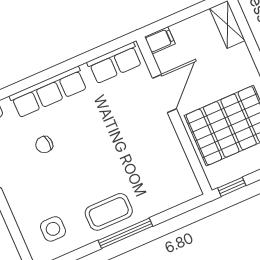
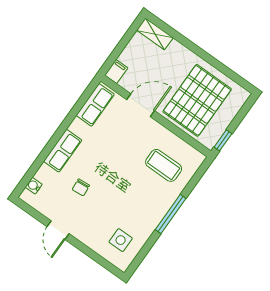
row of seats: (48, 92) -> (63, 151), width x0.68
door: (164, 94) -> (141, 105), hinge flipped
coffee table: (109, 212) -> (164, 165), moved, turned 90

